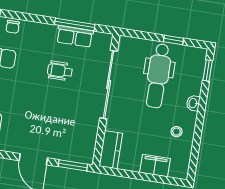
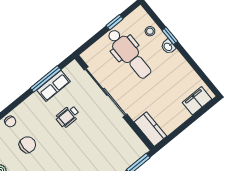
window: (208, 70) -> (170, 36), moved
stool: (177, 132) -> (150, 31), moved
filing cabinet: (155, 166) -> (197, 101), moved

